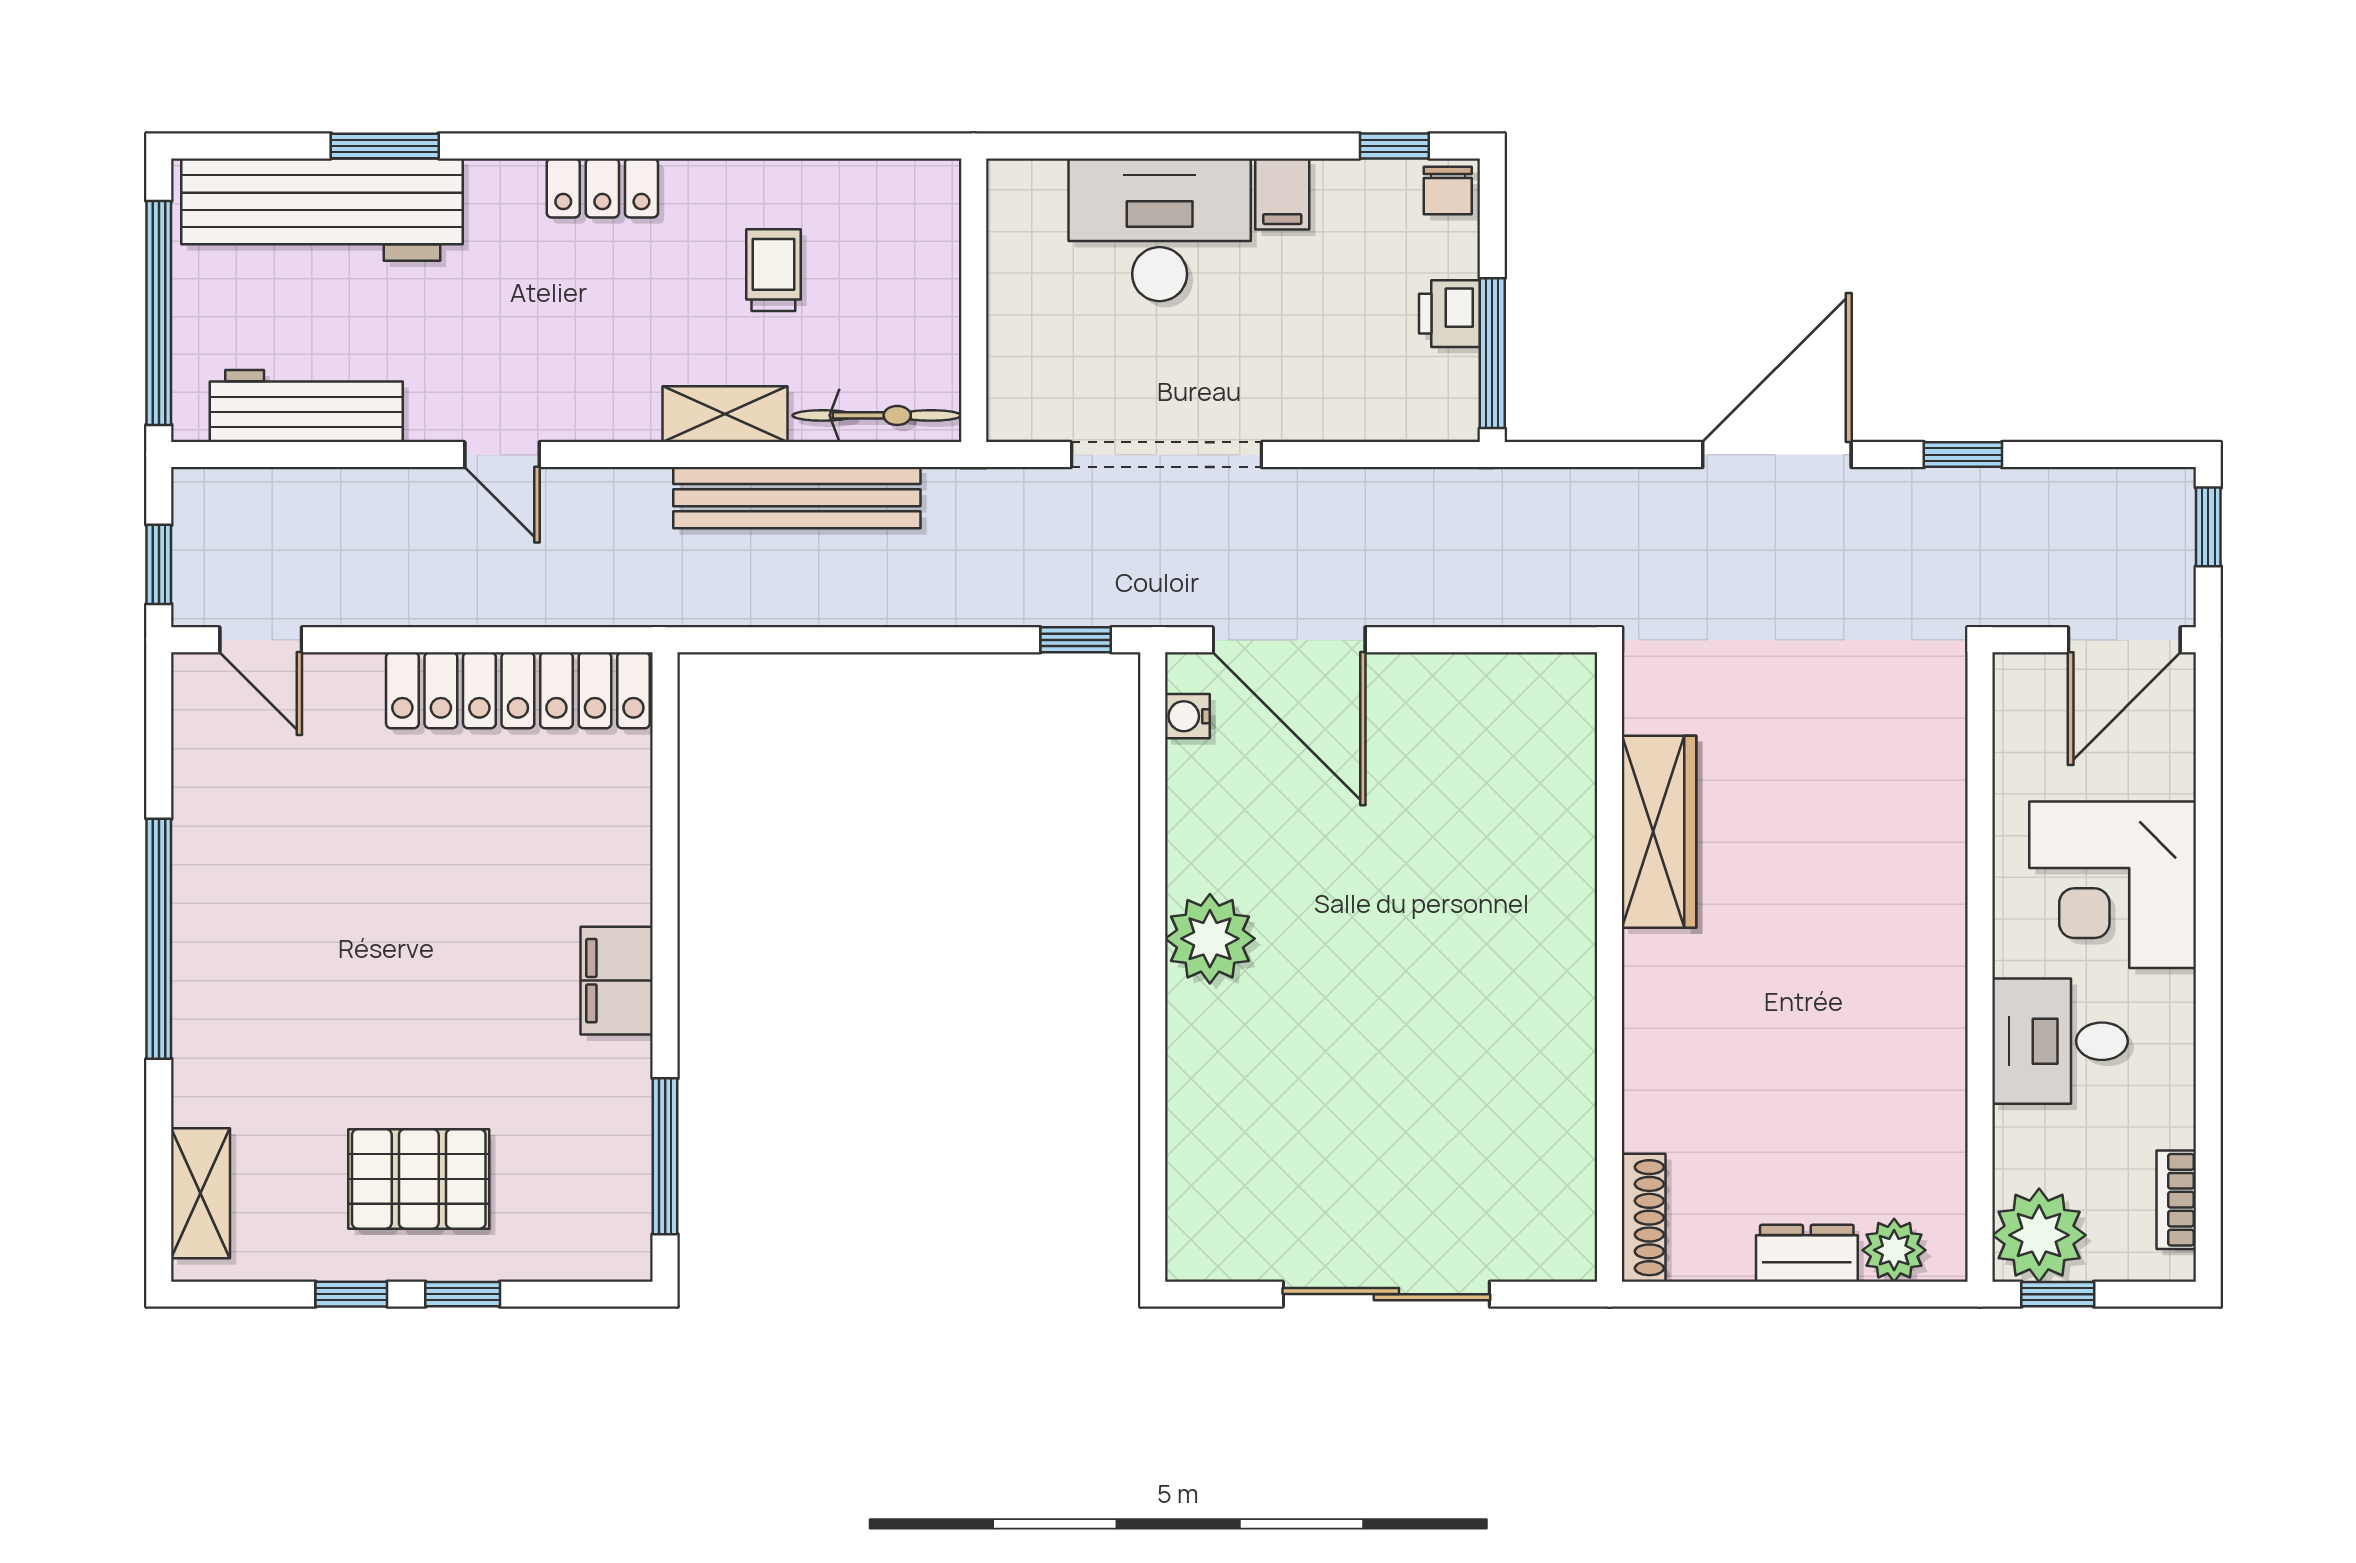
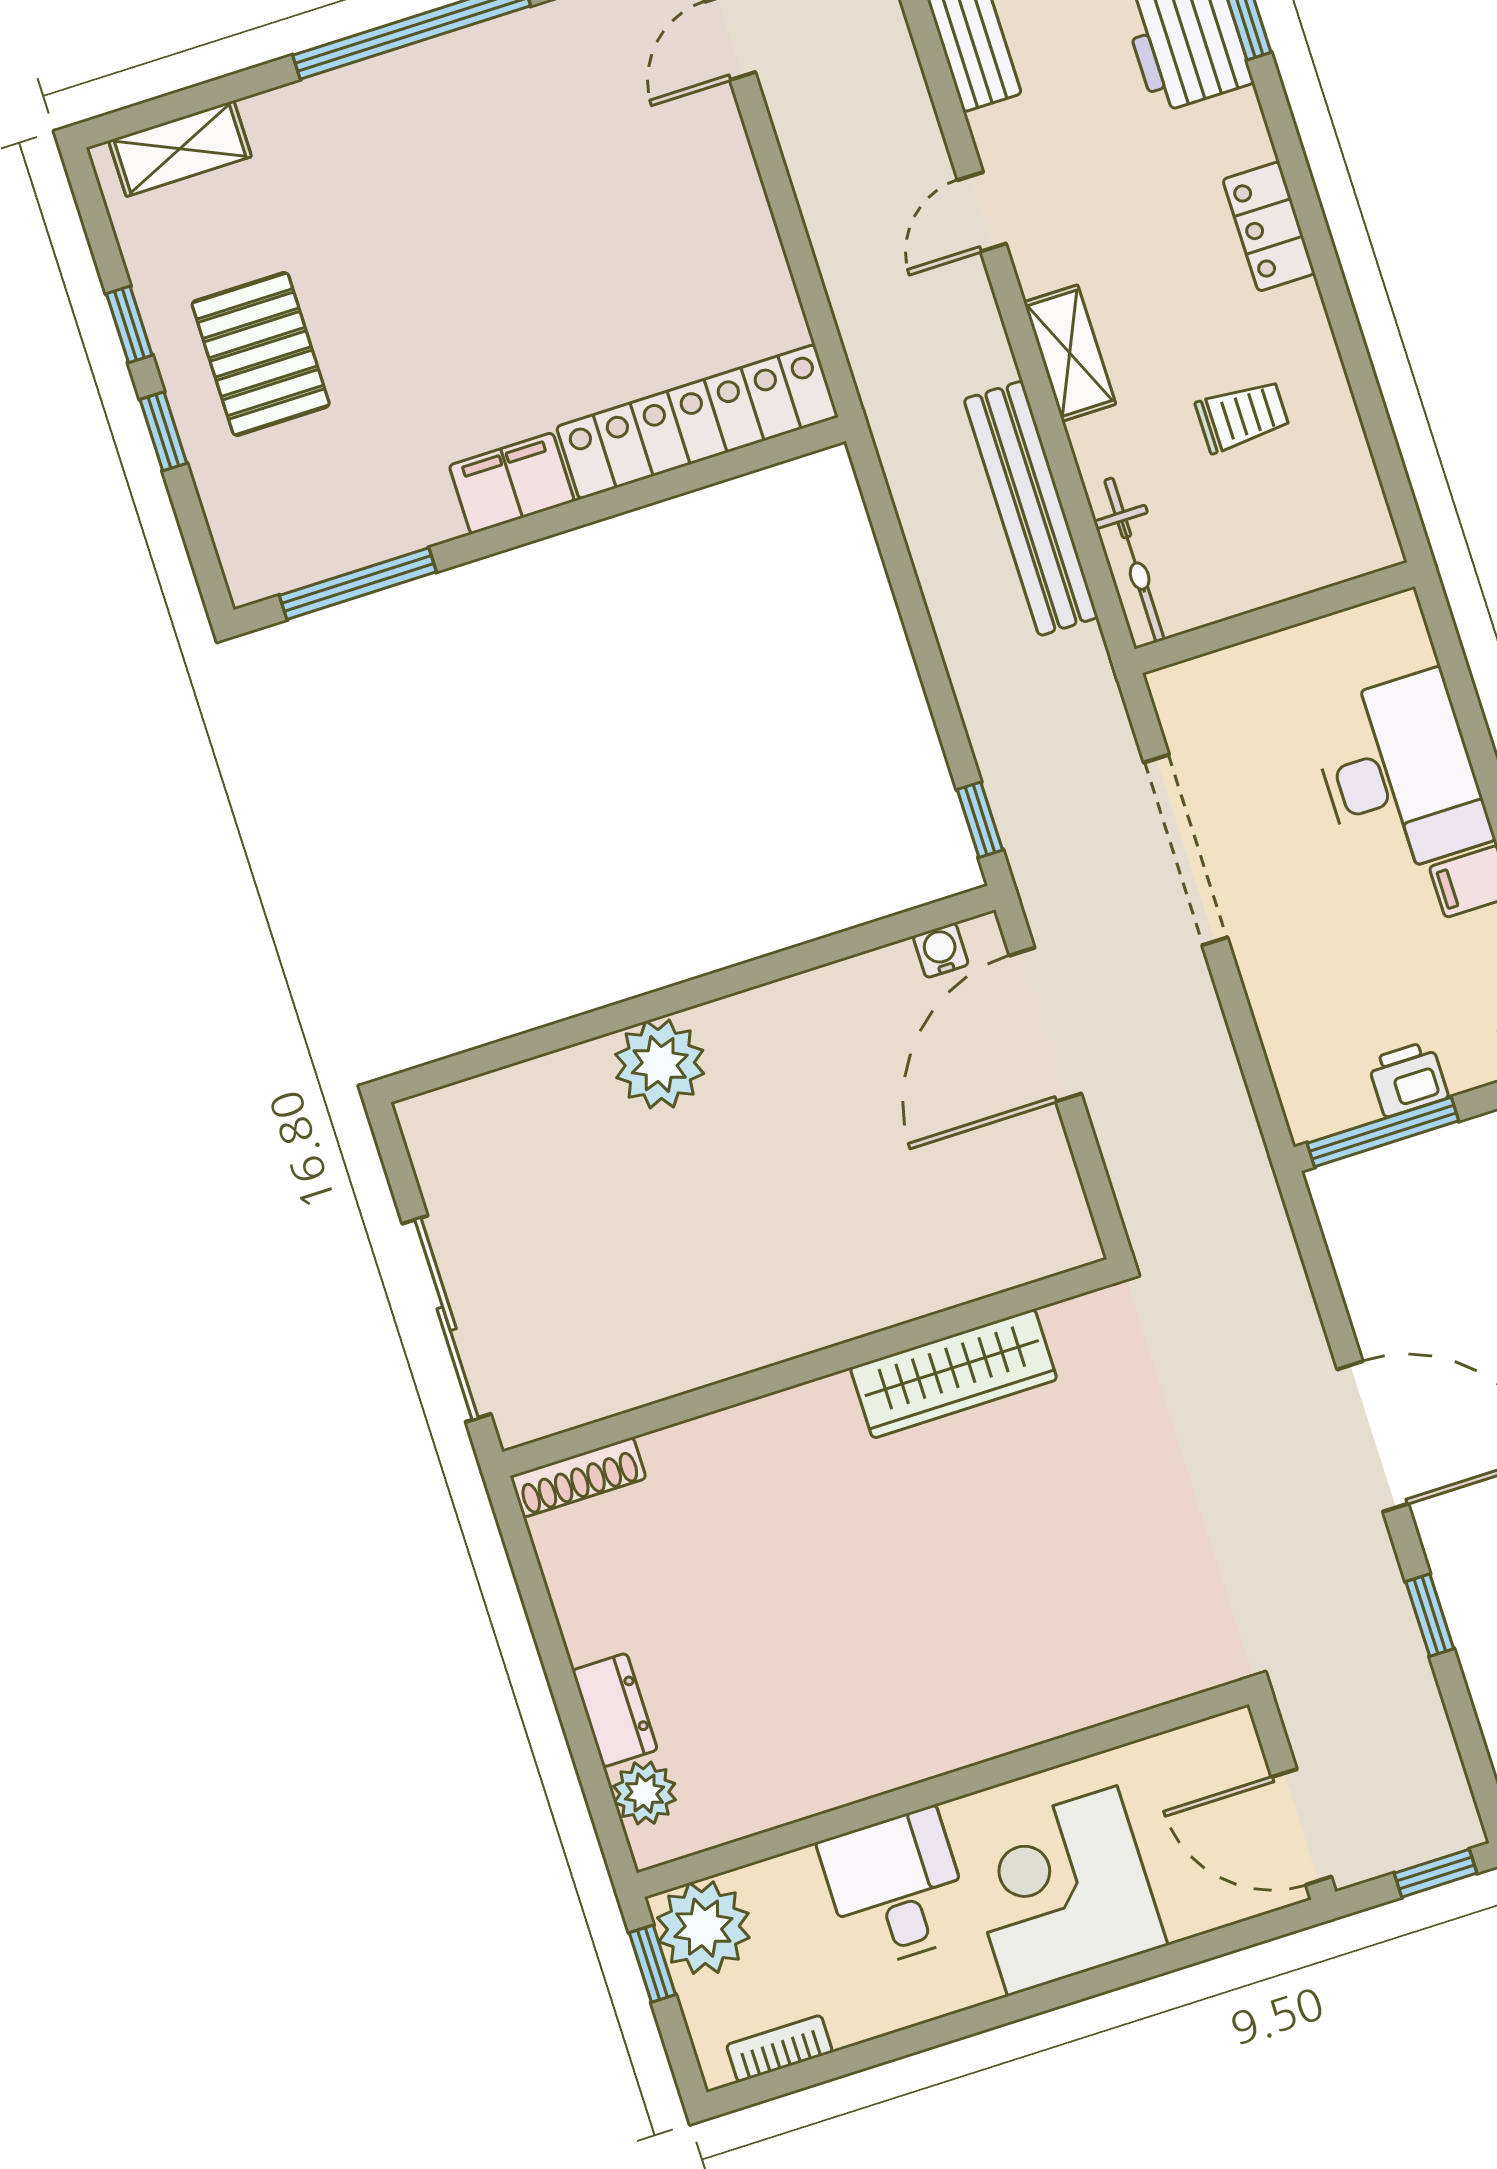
shelving: (725, 414) -> (1070, 353), moved
locker: (518, 690) -> (697, 422), moved, turned 90
wardrobe: (1659, 832) -> (954, 1374), moved
plant: (1210, 939) -> (660, 1064), moved
wall: (1610, 967) -> (808, 1368), moved
shoe rack: (1644, 1218) -> (578, 1477), moved

